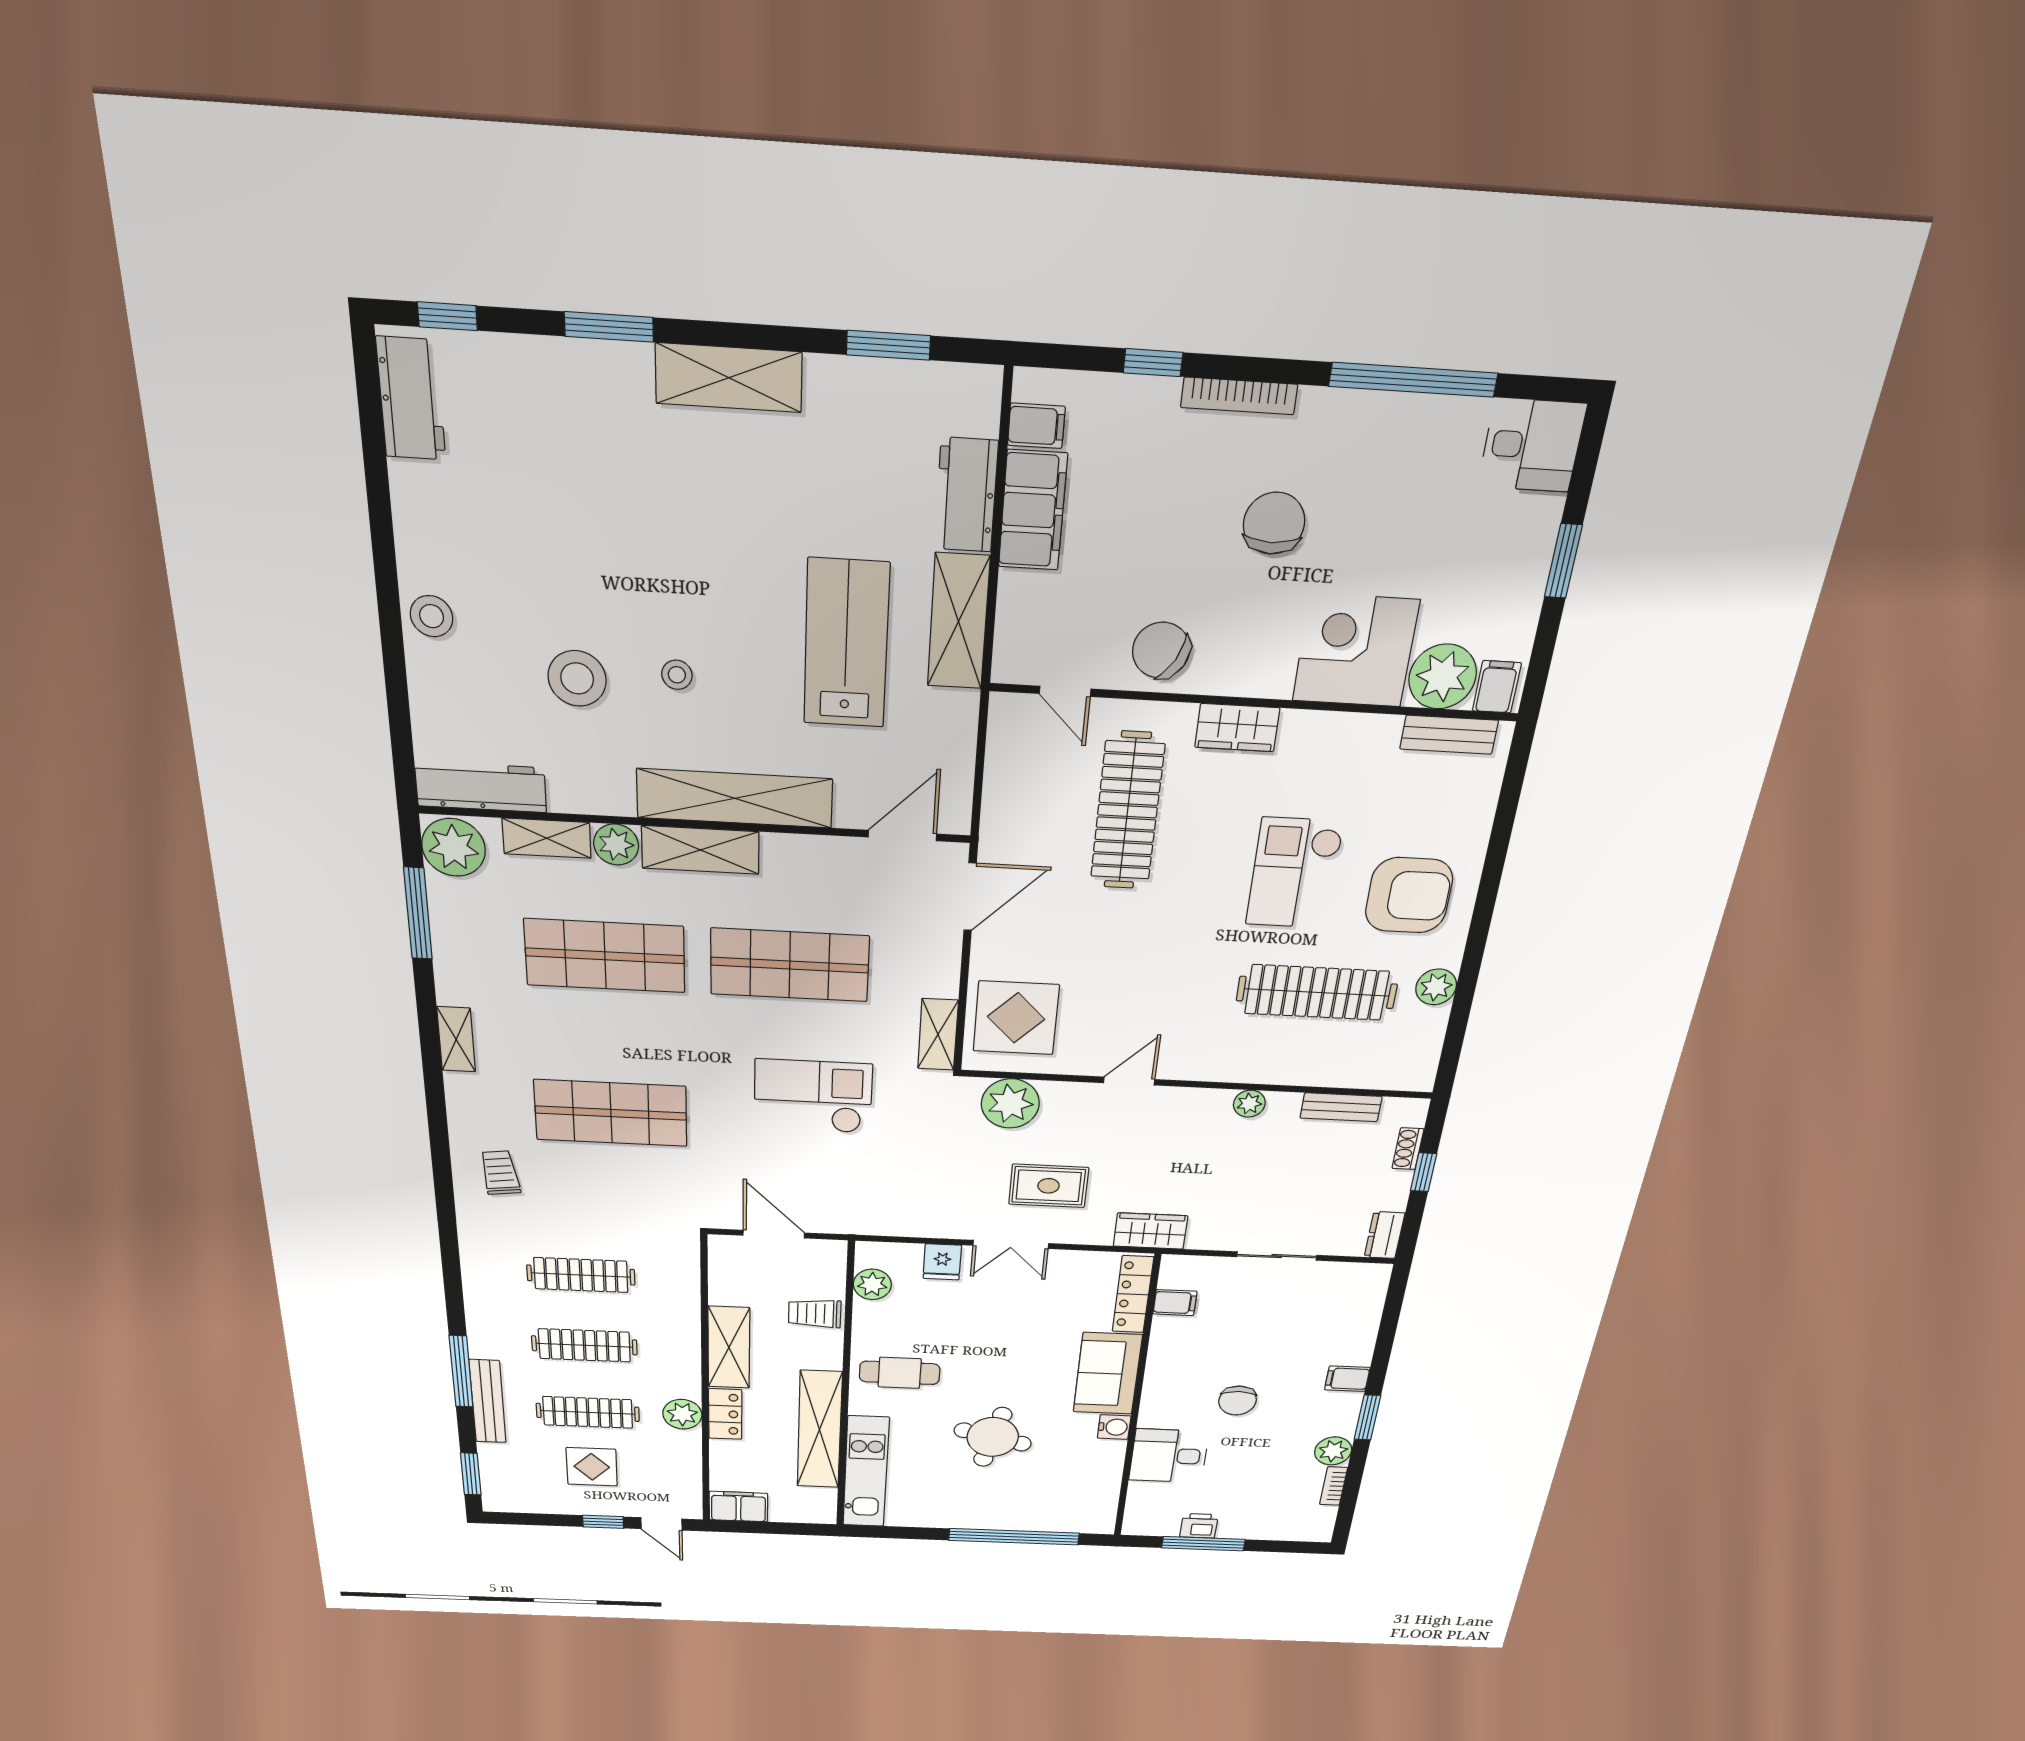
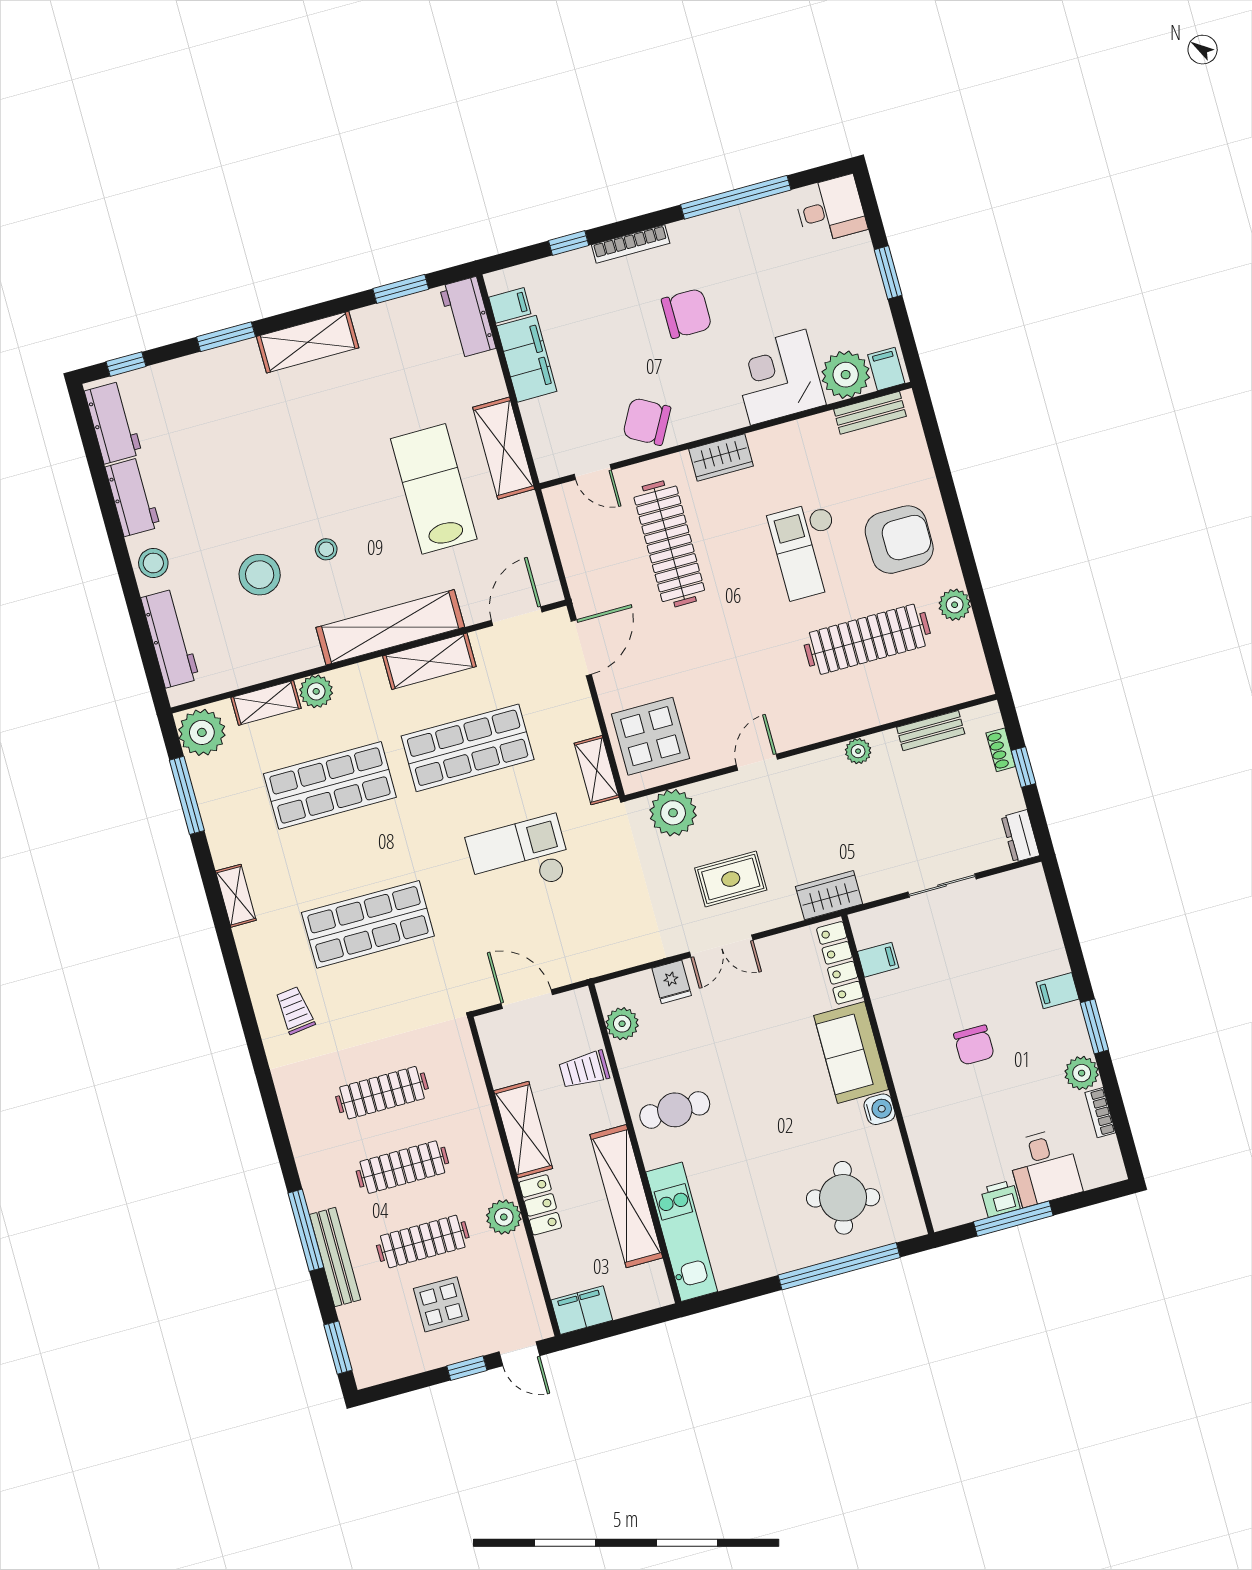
workbench: (966, 495) -> (468, 317), moved
workbench: (419, 516) -> (133, 497), added
chair: (1274, 523) -> (687, 313), turned 90
workbench: (481, 787) -> (170, 638), moved, turned 90
shelving: (700, 850) -> (429, 661), moved
round table: (993, 1437) -> (843, 1198), moved
desk: (1169, 1456) -> (1044, 1167), moved, turned -90

